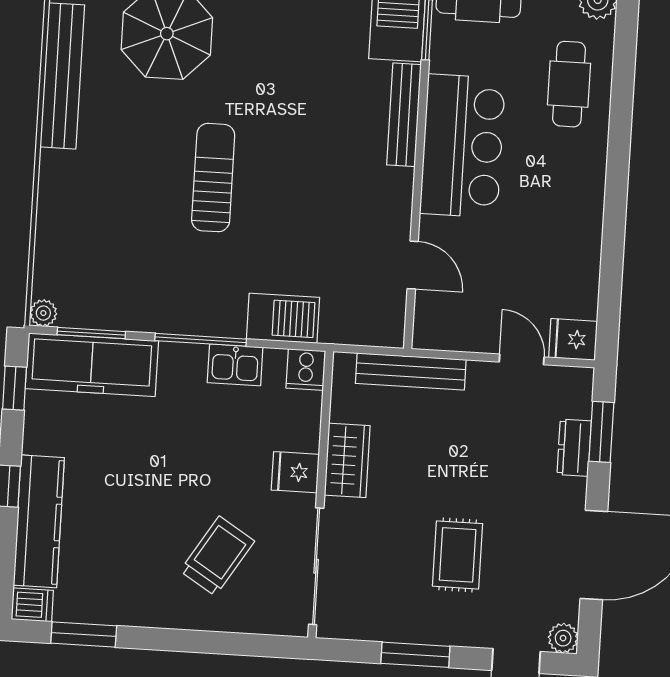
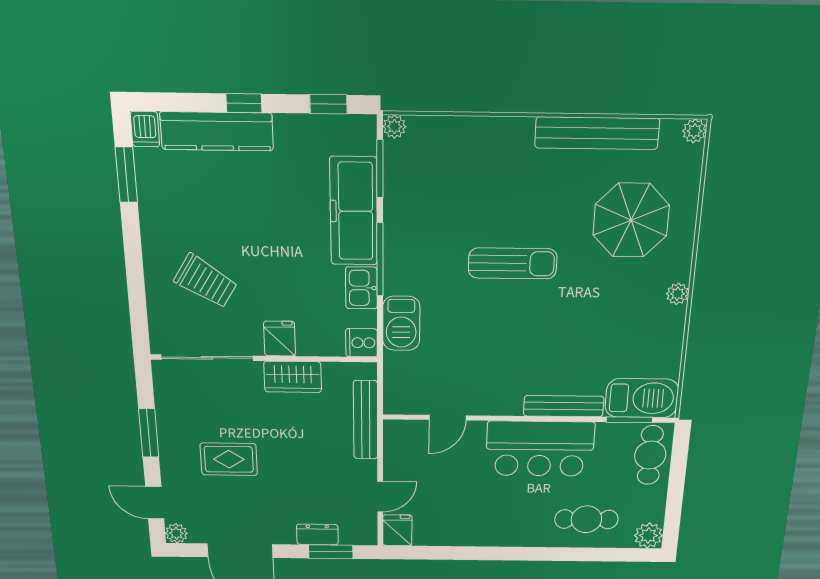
freezer: (92, 365) -> (354, 211), moved

